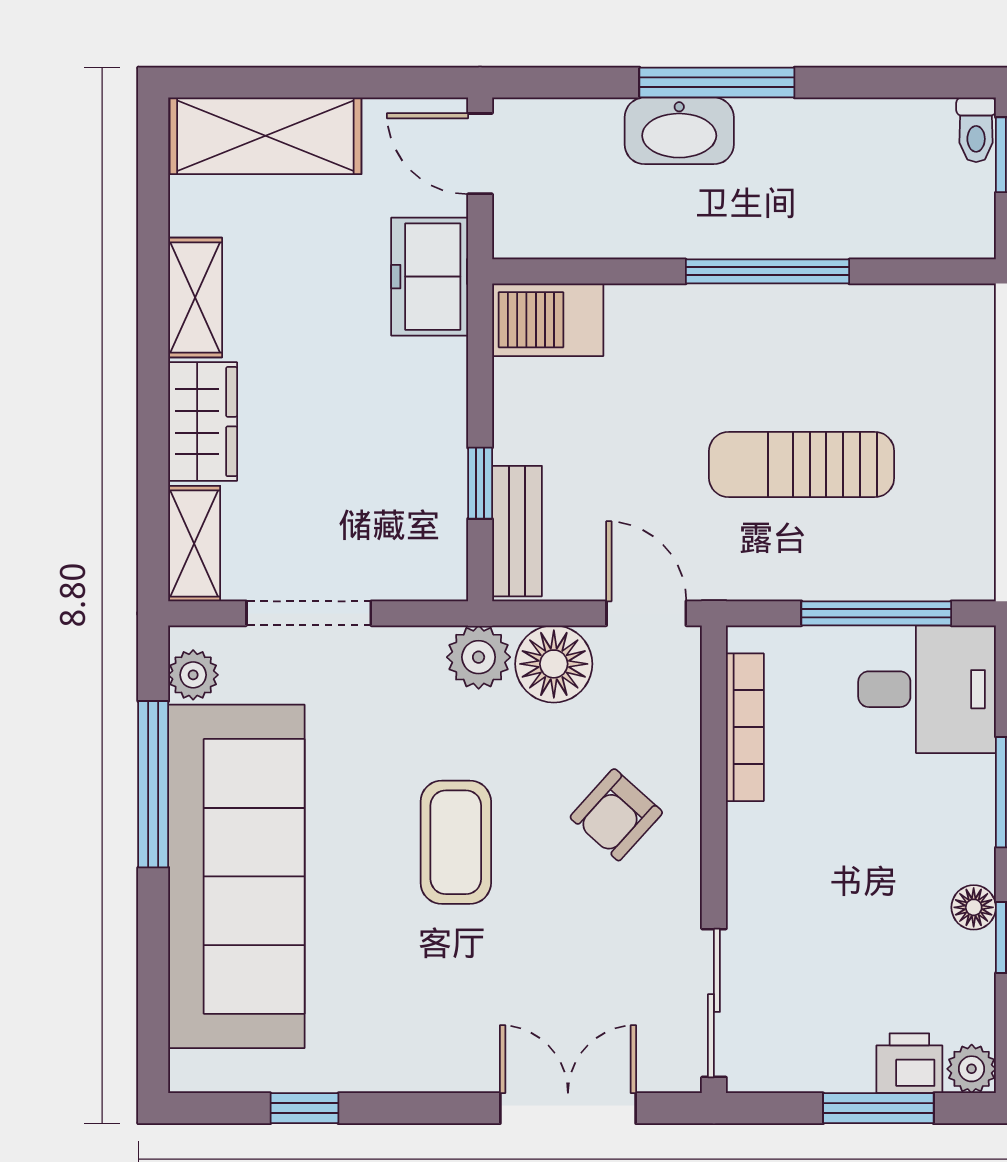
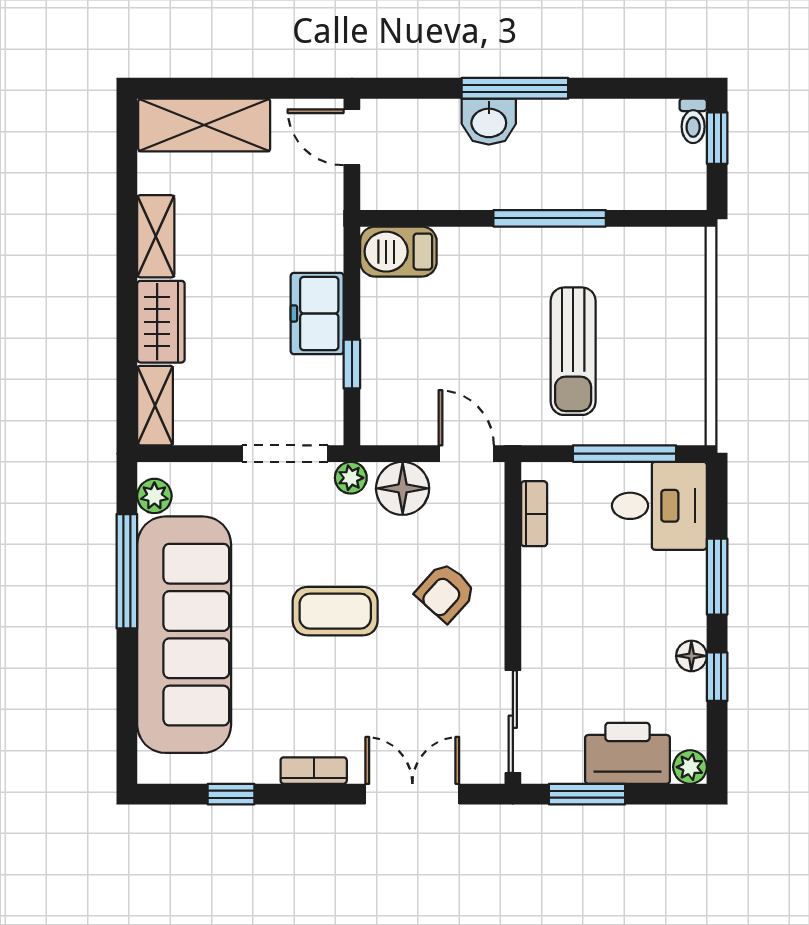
washbasin: (679, 131) -> (489, 122), width x0.72
freezer: (430, 277) -> (317, 314), moved
sun lounger: (802, 465) -> (573, 351), turned -90
bench: (517, 531) -> (377, 397), removed
doorway: (309, 613) -> (285, 454), moved
plant: (479, 657) -> (351, 478), width x0.73, depth x0.73
bookcase: (745, 727) -> (534, 514), width x0.64
coffee table: (456, 842) -> (335, 611), turned 90
printer: (909, 1063) -> (627, 753), width x1.87, depth x1.48
bookcase: (425, 1074) -> (314, 771), added
window: (878, 1108) -> (587, 794), moved

